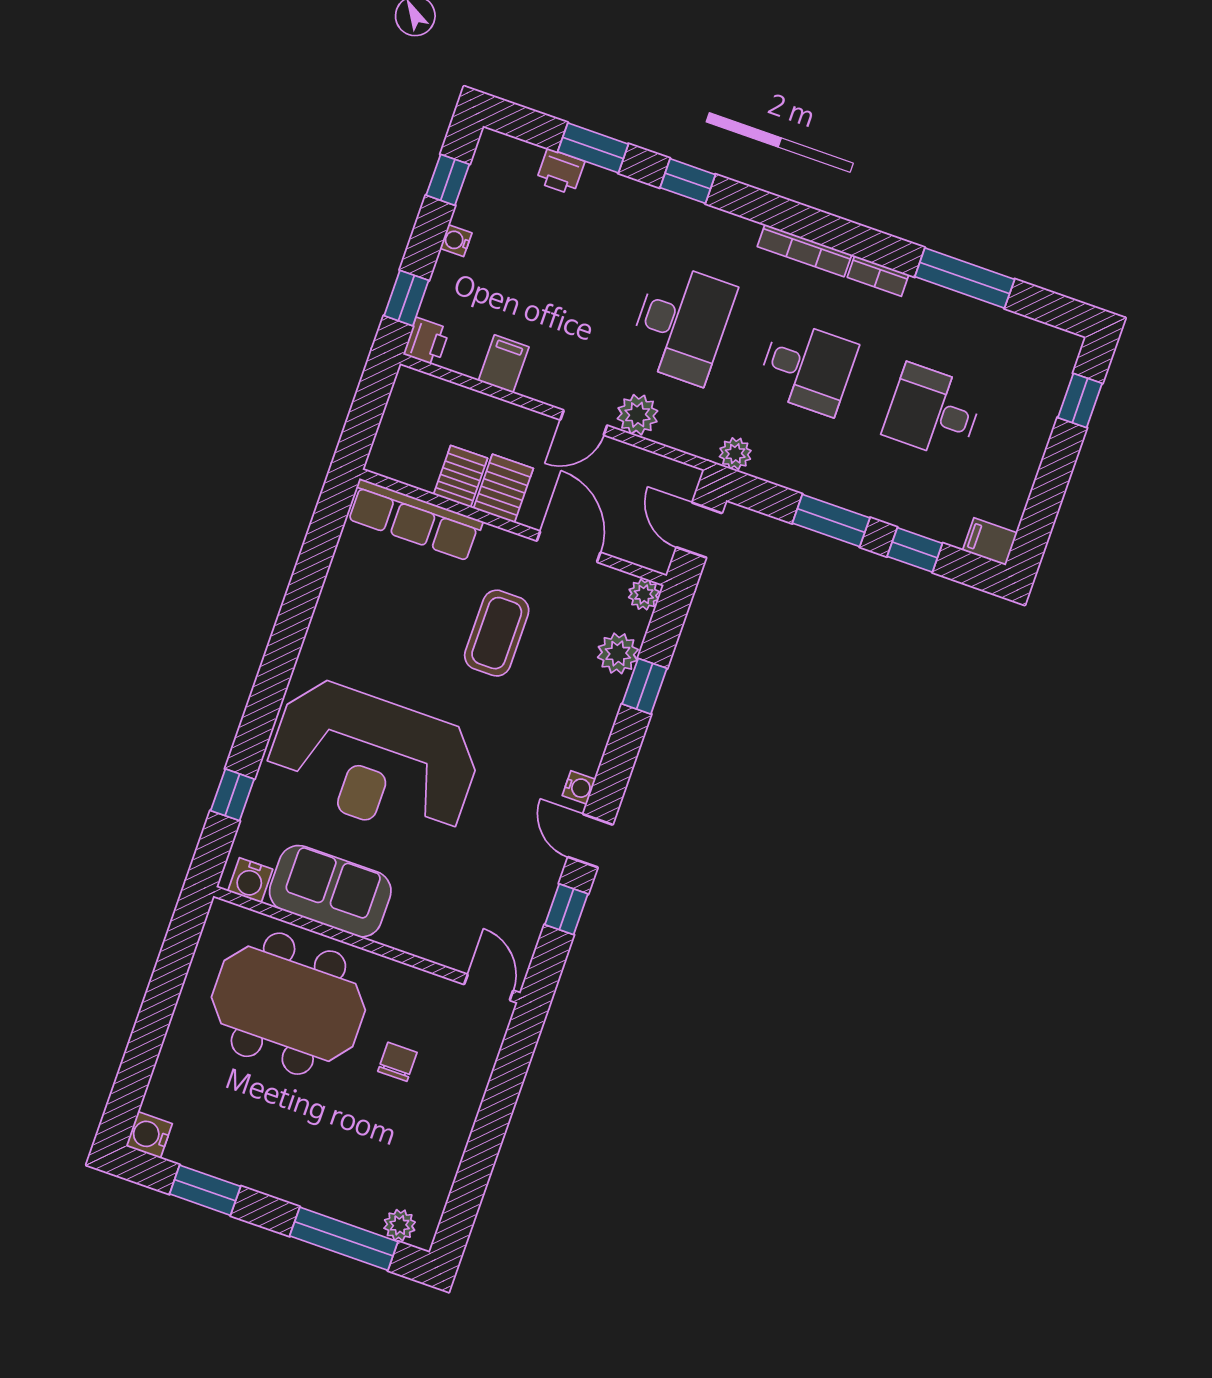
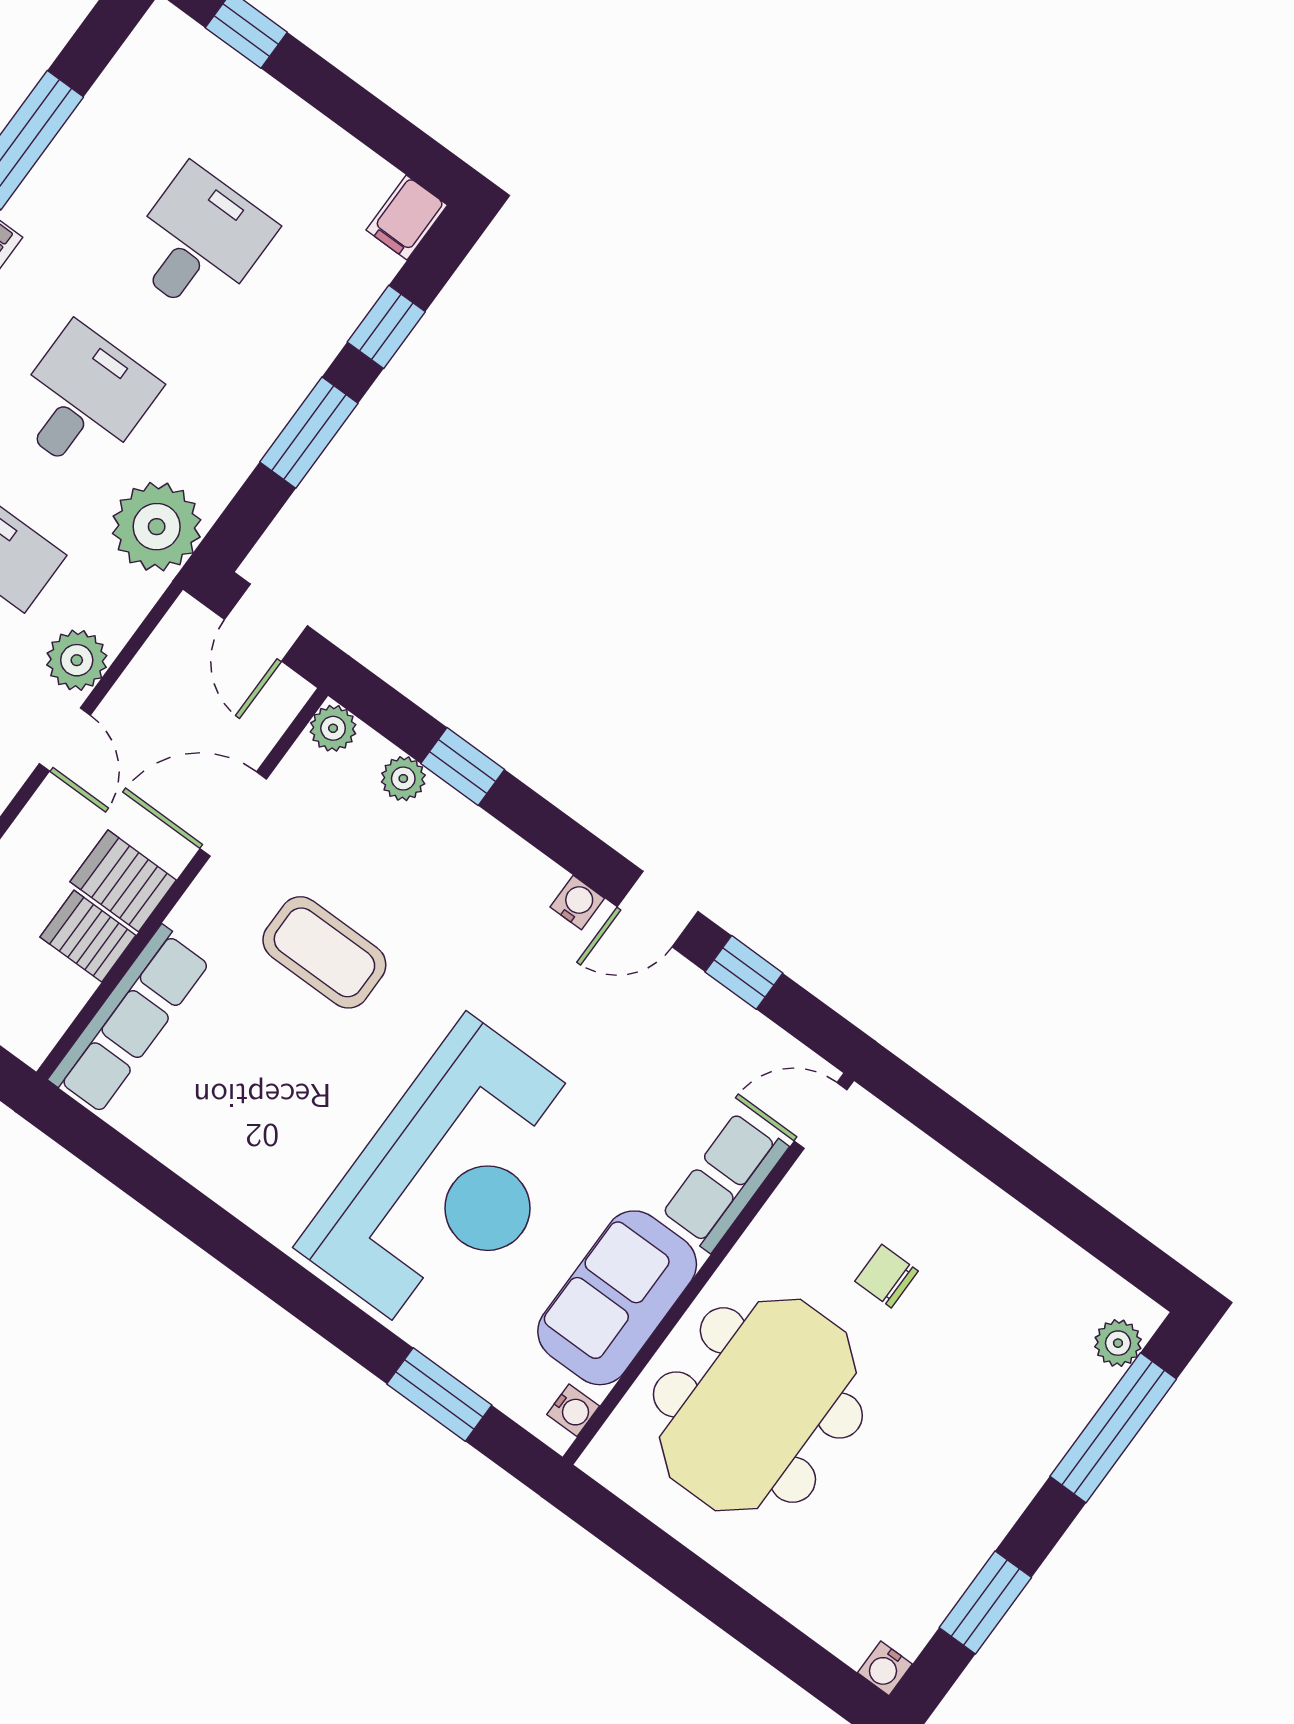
desk: (933, 412) -> (199, 242), turned 180
plant: (735, 454) -> (157, 527), width x1.88, depth x1.88
door: (699, 530) -> (266, 623), hinge flipped
plant: (618, 653) -> (403, 779), width x0.73, depth x0.73
window: (232, 795) -> (439, 1394), width x1.50
water cooler: (250, 880) -> (573, 1410), width x0.72, depth x0.72
row of seats: (427, 938) -> (724, 1181), added
water cooler: (149, 1135) -> (885, 1668), width x0.72, depth x0.72

